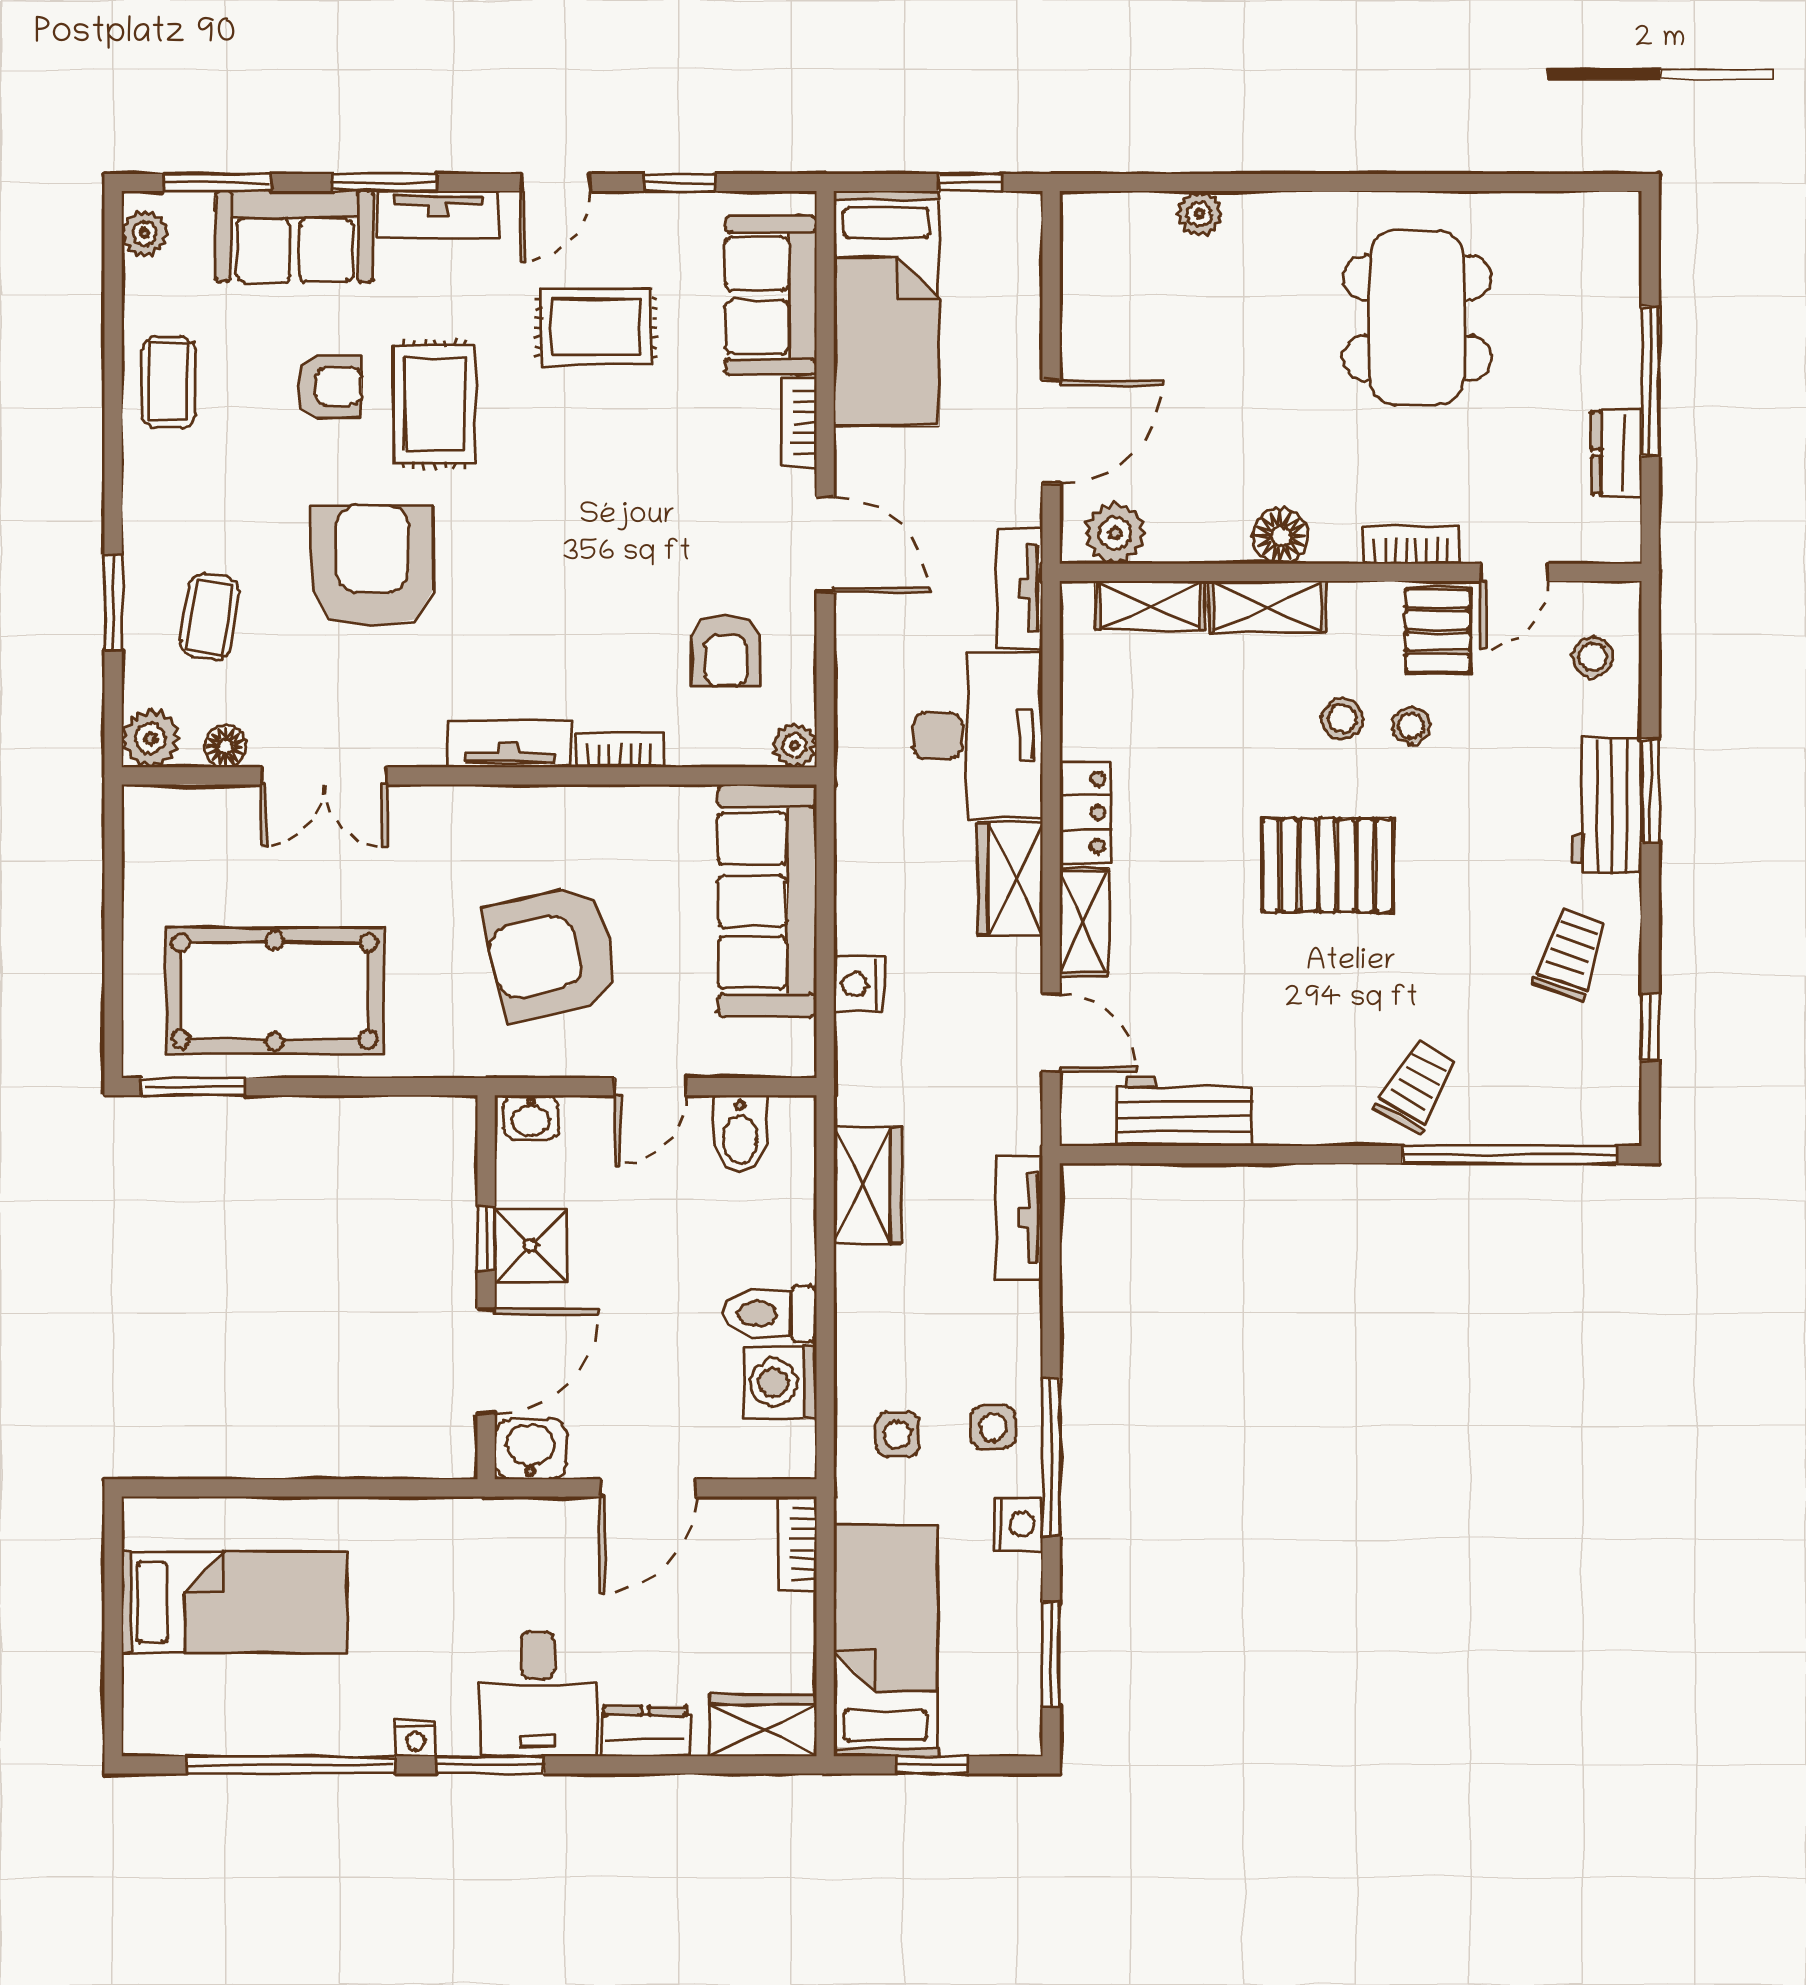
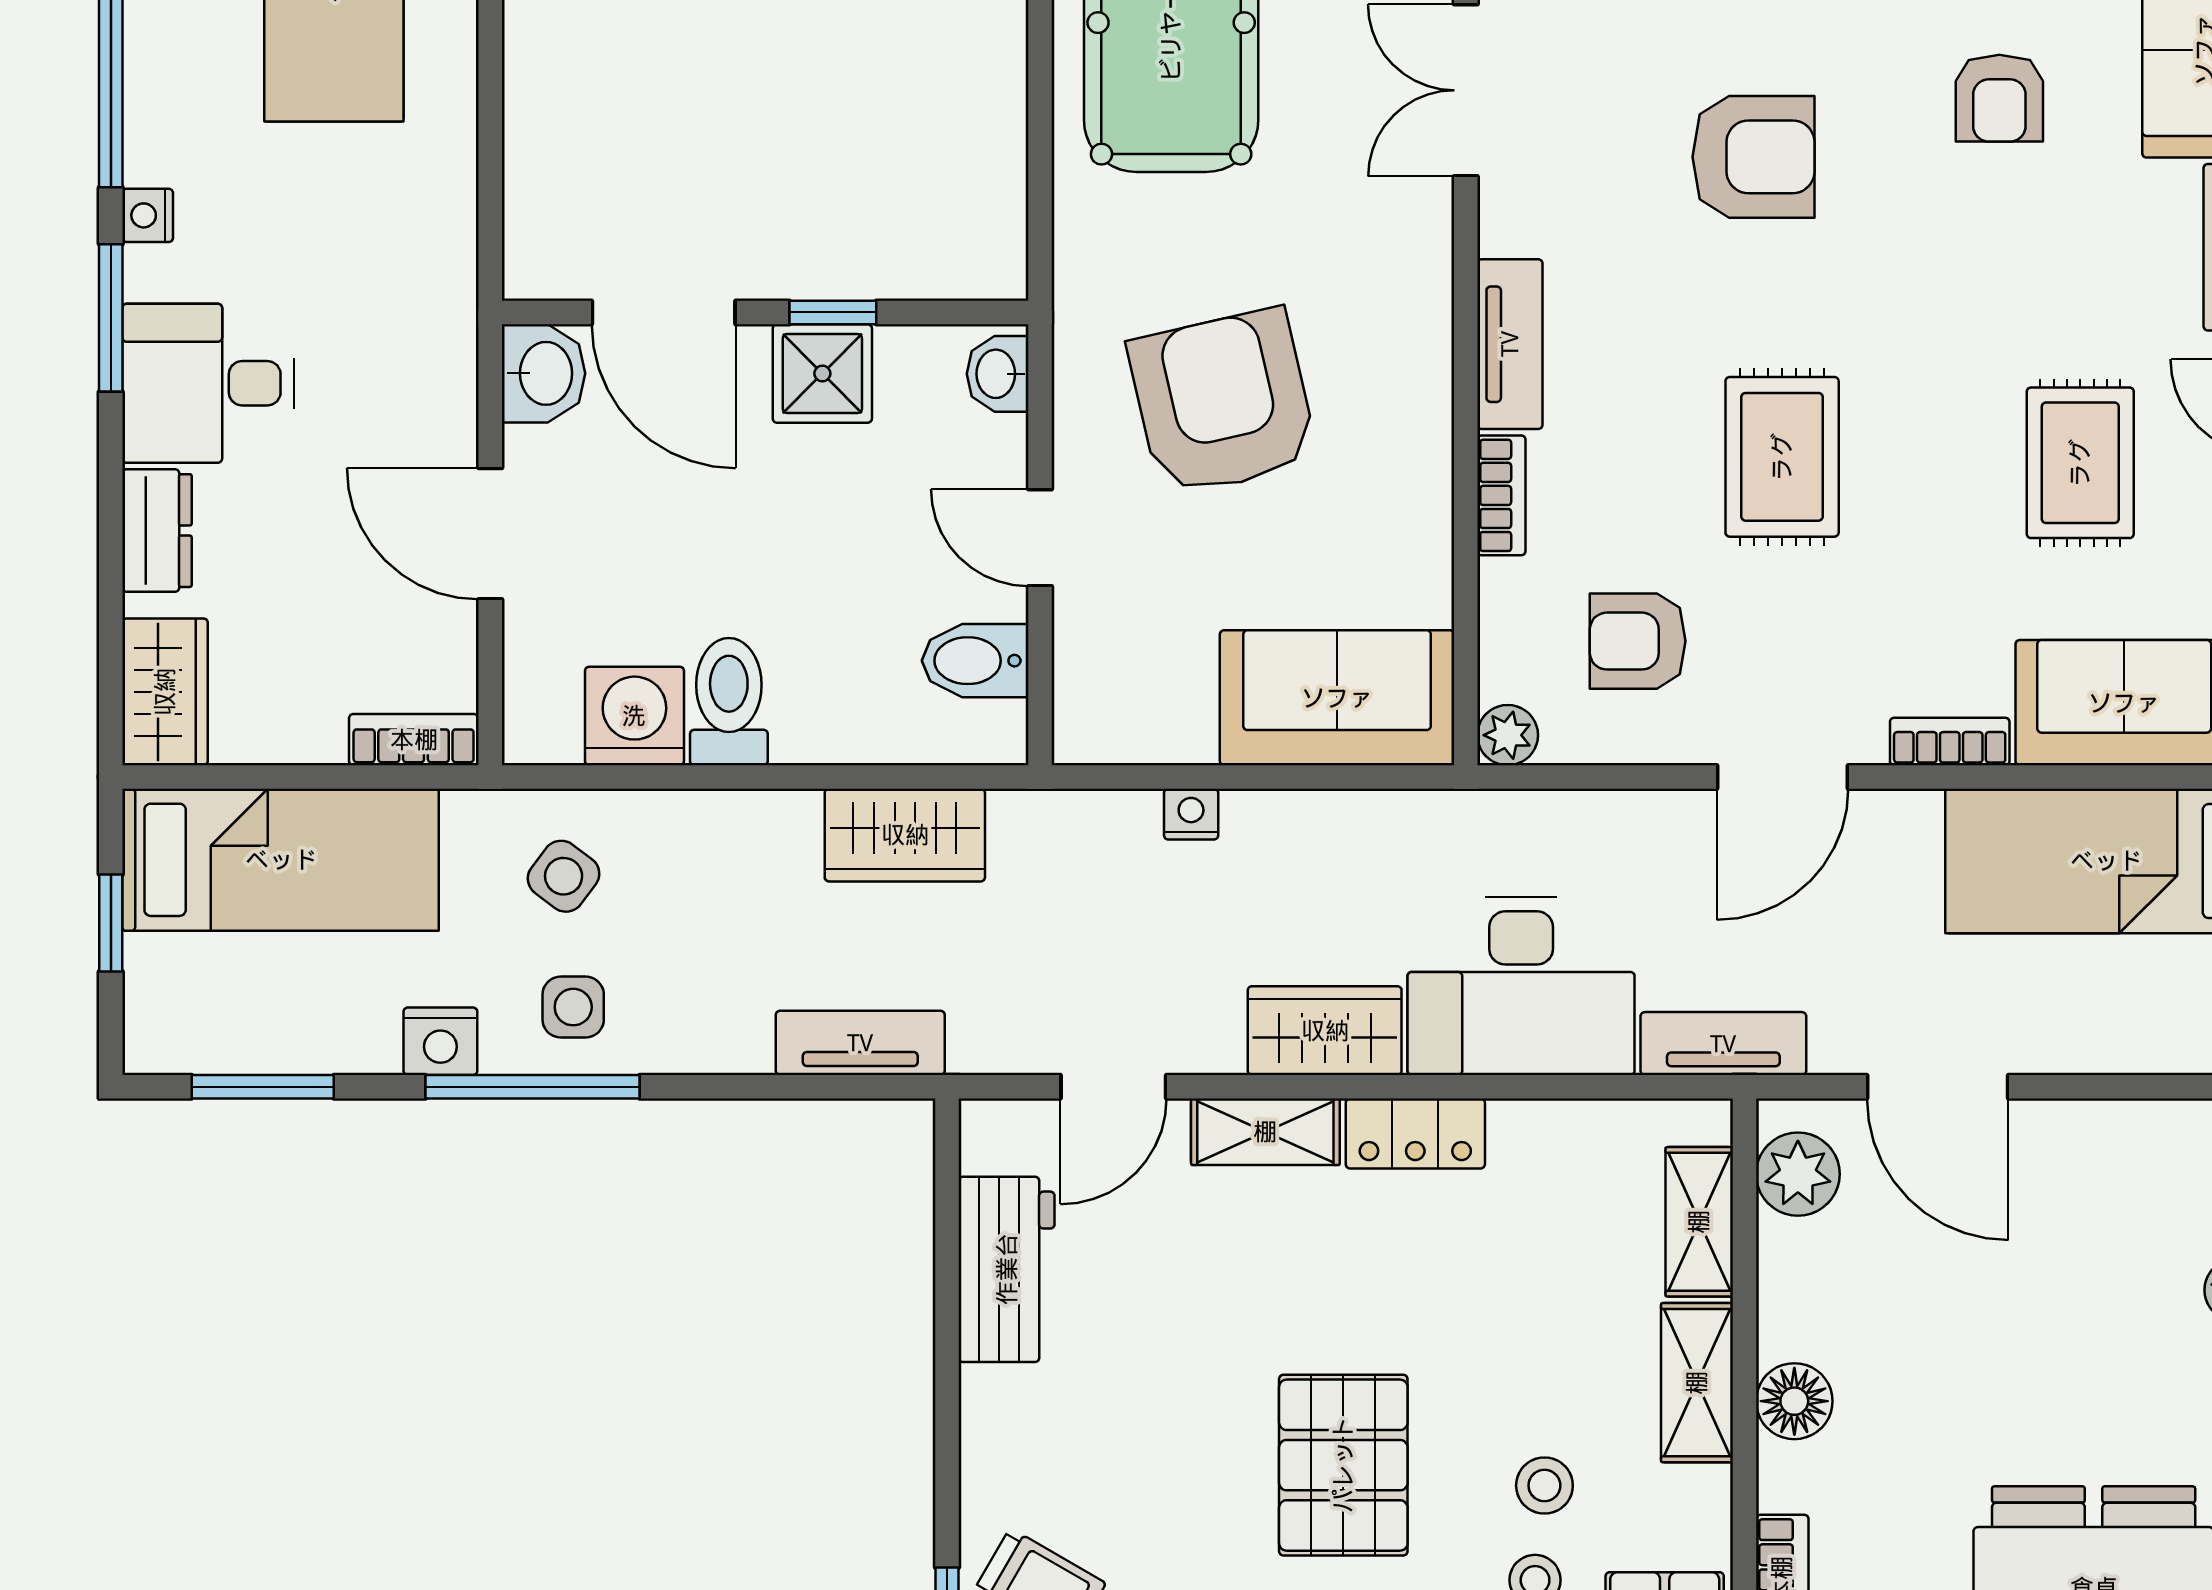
rug: (435, 404) -> (1782, 457), moved, turned 90
armchair: (372, 566) -> (1753, 157), width x0.73, depth x0.73
sofa: (767, 901) -> (1337, 698), width x0.73
nightstand: (859, 984) -> (1191, 814), width x0.72, depth x0.74
side table: (897, 1434) -> (564, 876), turned 37

